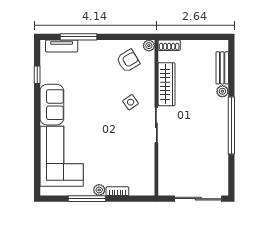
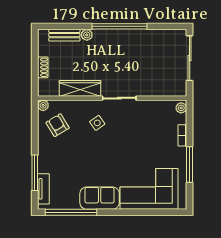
shoe rack: (169, 45) -> (43, 67), moved
window: (37, 75) -> (71, 212), width x3.17
plant: (99, 190) -> (181, 108), moved

